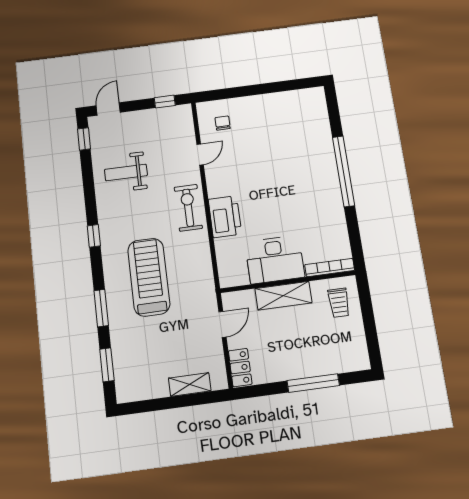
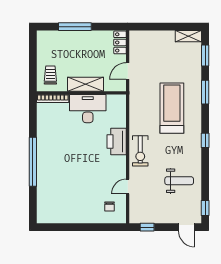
door: (108, 109) -> (186, 227), hinge flipped
treadmill: (149, 277) -> (172, 108), turned 180
shelving: (190, 385) -> (188, 36), moved

